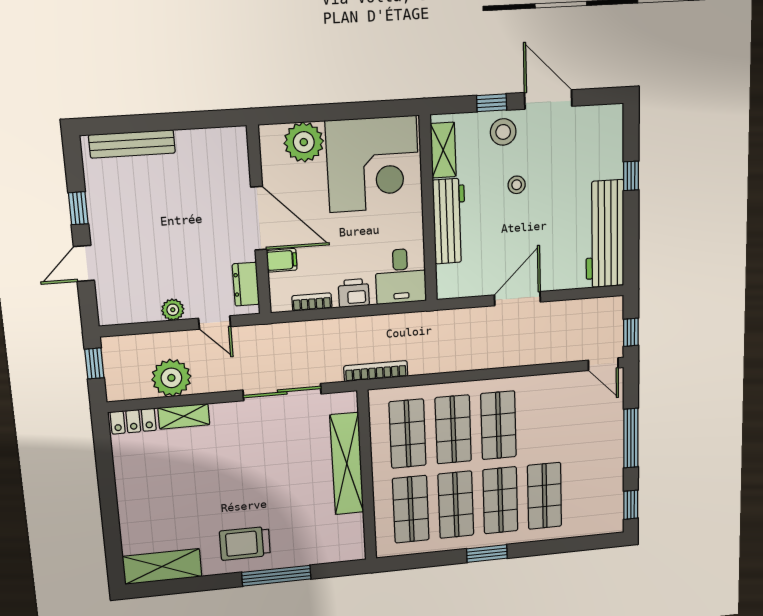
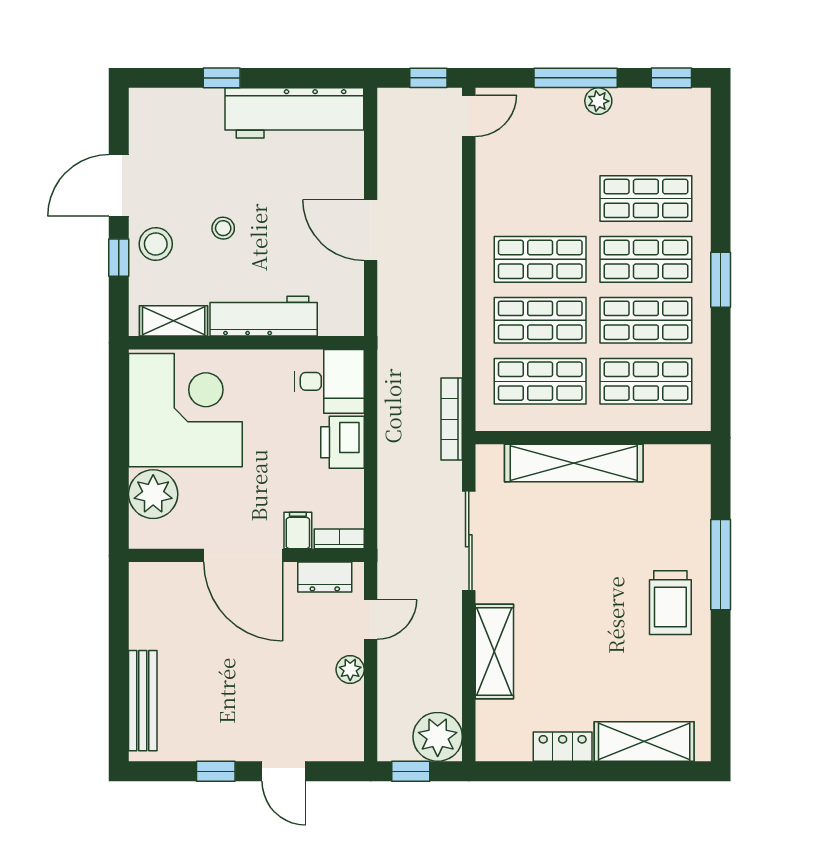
door: (259, 218) -> (243, 555), swing flipped
printer: (354, 293) -> (342, 442), width x1.36, depth x1.24
bookcase: (312, 302) -> (339, 539), moved, turned 90
plant: (171, 378) -> (438, 737), moved
shelving: (184, 416) -> (494, 651), width x1.50, depth x1.33
locker: (133, 421) -> (563, 747), moved, turned -90
plant: (614, 456) -> (598, 101), added
shelving: (162, 567) -> (644, 742), moved, turned 90

